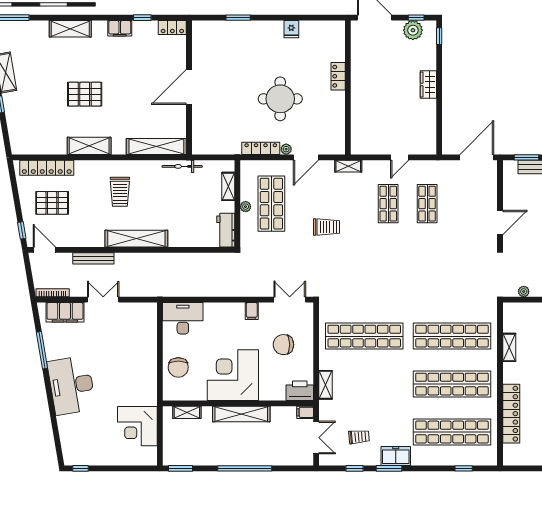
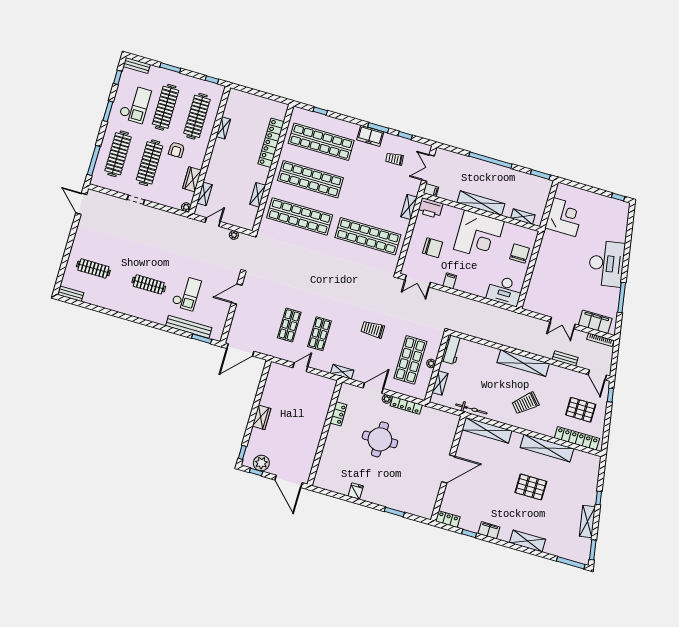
locker: (338, 76) -> (338, 414), moved
shelving: (89, 146) -> (547, 448), width x1.47
trolley: (120, 192) -> (525, 403), turned -131
bench: (93, 258) -> (565, 358), width x0.73

